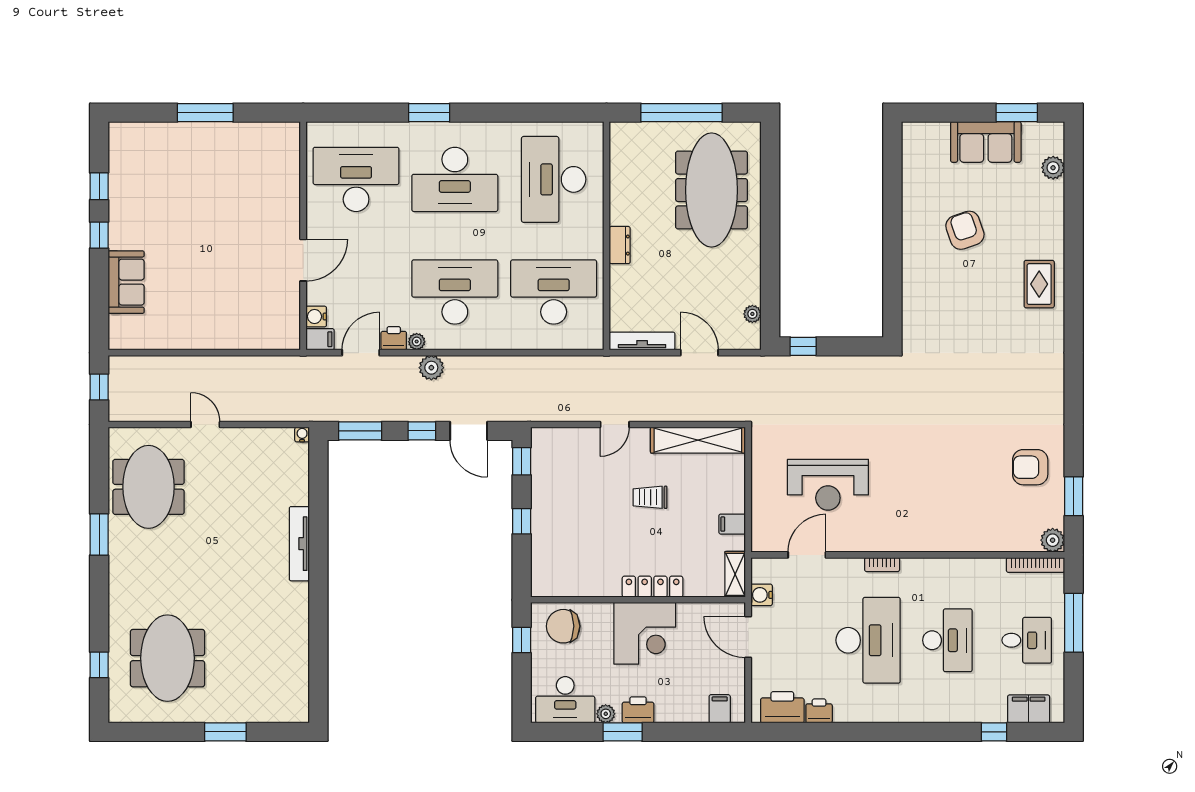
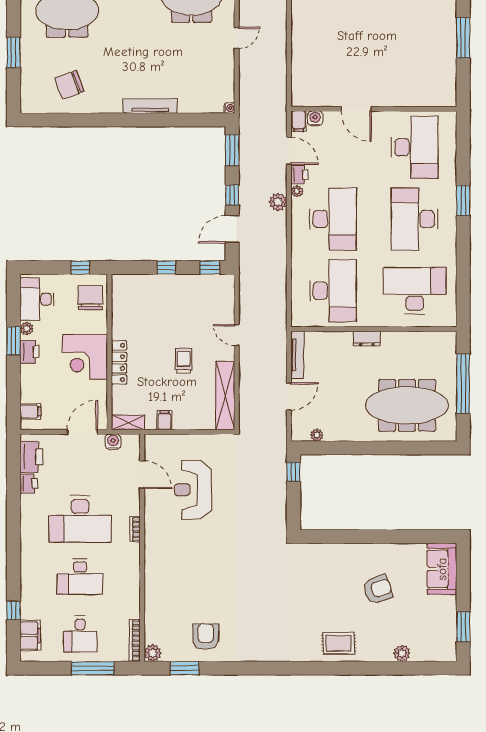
sofa: (986, 142) -> (442, 569), moved
plant: (1053, 168) -> (402, 653), moved
chair: (270, 655) -> (70, 85), added

